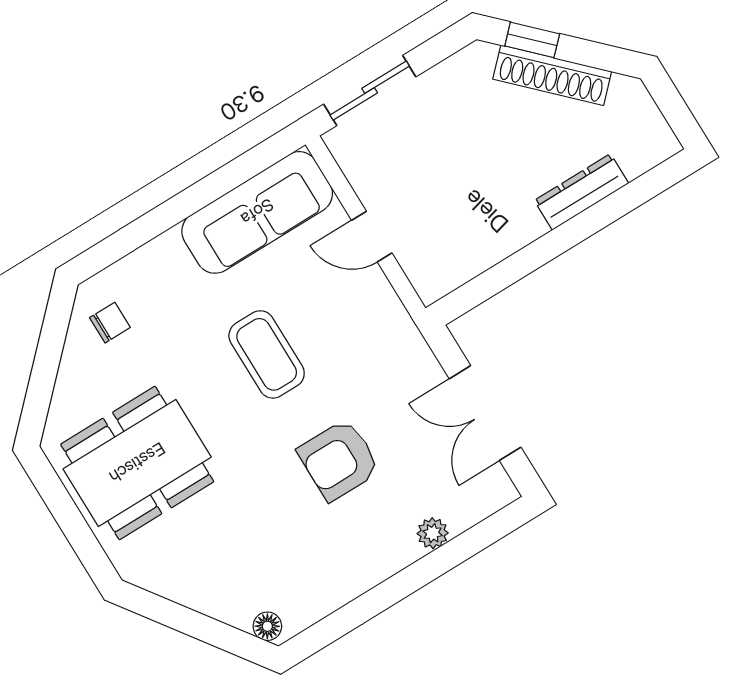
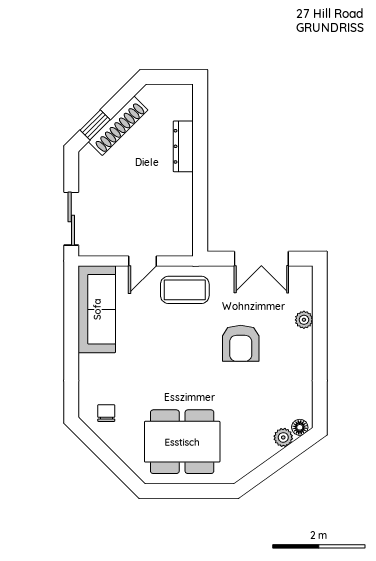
coffee table: (267, 354) -> (185, 290), moved
dining table: (137, 463) -> (182, 442), turned 90
plant: (237, 611) -> (283, 437), added

